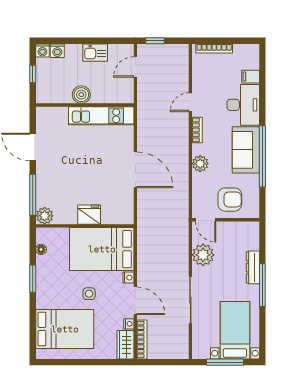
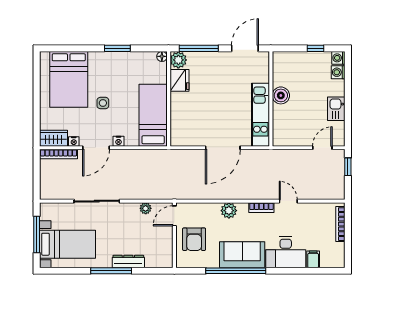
door: (135, 67) -> (322, 148), hinge flipped
boiler: (81, 95) -> (281, 95), moved
wall: (85, 105) -> (271, 99), moved
kitchen unit: (101, 116) -> (260, 115), moved
fridge: (89, 215) -> (179, 80), moved
floor lamp: (41, 249) -> (162, 56), moved
bed: (102, 249) -> (153, 115), width x0.67
plant: (203, 255) -> (146, 208), width x0.53, depth x0.53

